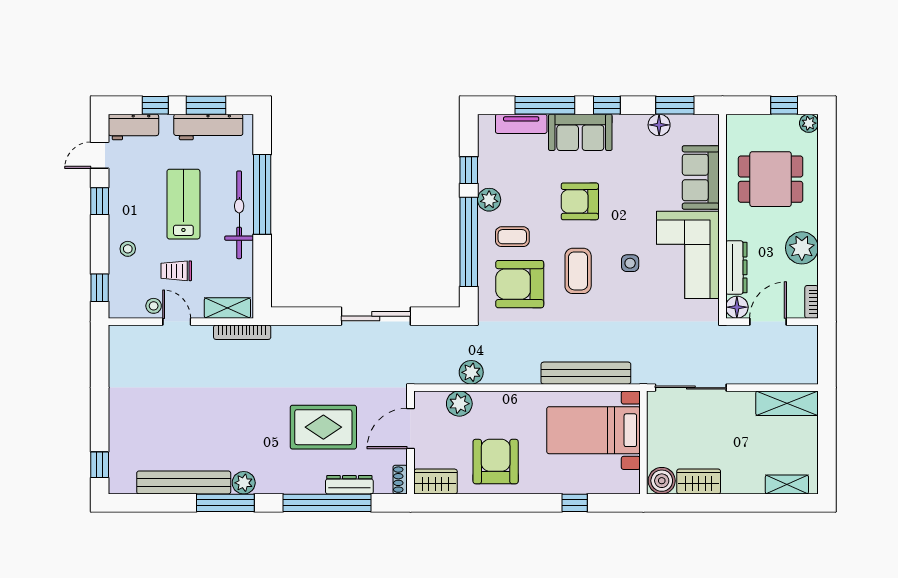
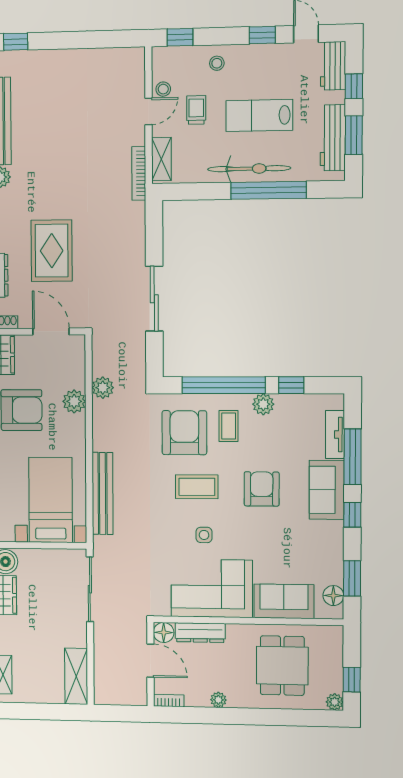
floor lamp: (659, 125) -> (333, 596), moved
lab bench: (183, 204) -> (259, 115), turned 180
plant: (802, 248) -> (218, 700), width x0.53, depth x0.53
plant: (459, 404) -> (74, 401), moved

